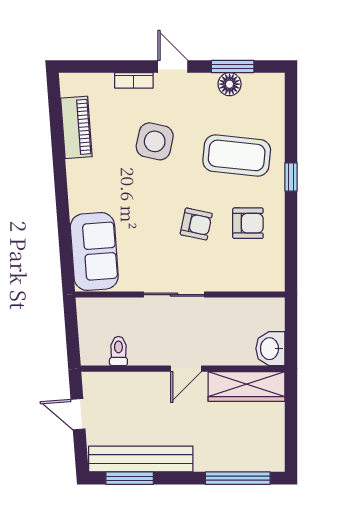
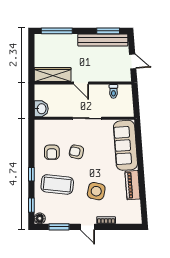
floor lamp: (230, 84) -> (40, 218), moved
window: (291, 112) -> (31, 205), added
piano: (76, 127) -> (133, 185), moved
armchair: (248, 223) -> (52, 152), turned -90
sofa: (94, 251) -> (125, 145), width x1.36
washbasin: (270, 349) -> (41, 109), moved
door: (186, 369) -> (81, 83), swing flipped

